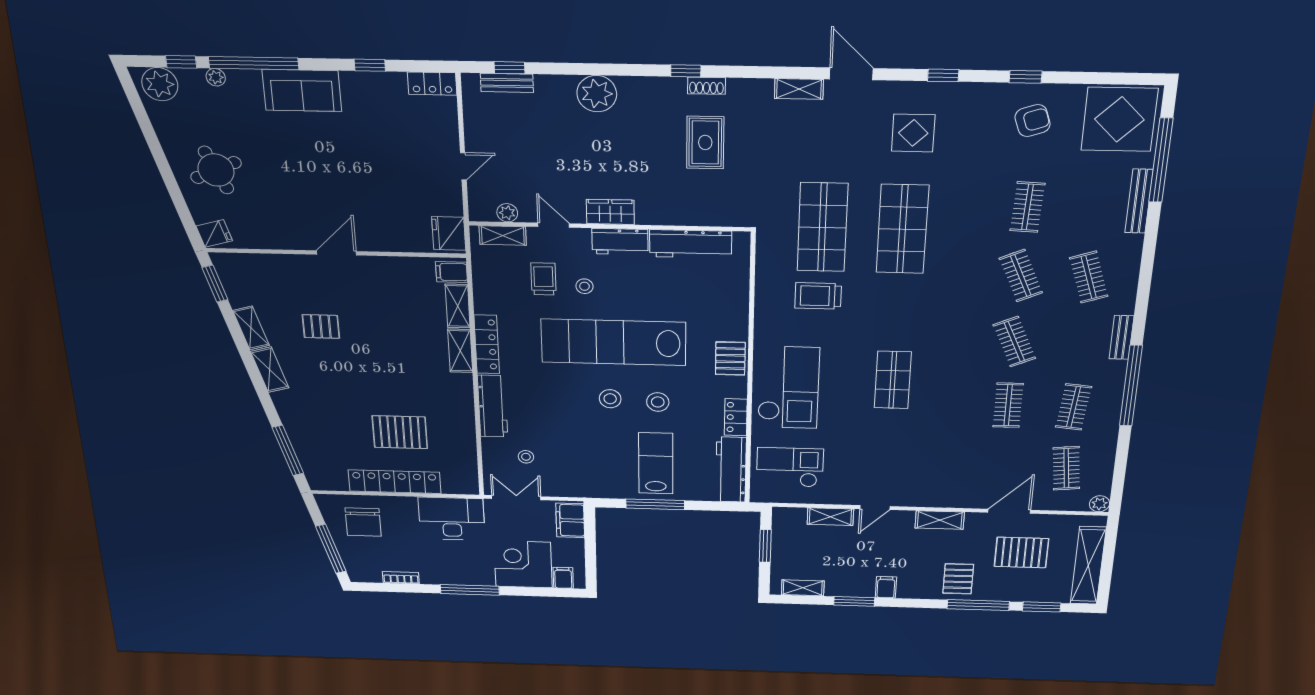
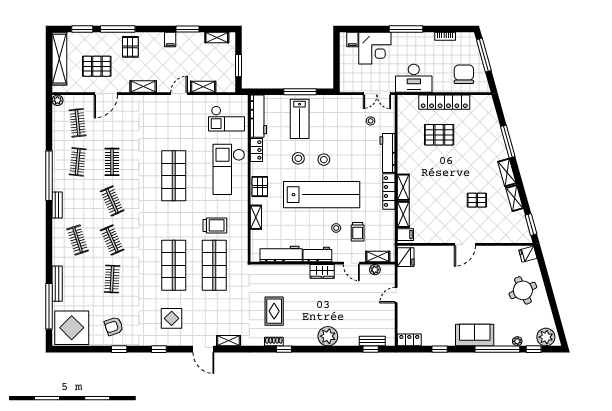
shelving: (739, 308) -> (256, 217), added
shop shelf: (893, 380) -> (174, 176), width x1.43, depth x1.36
window: (288, 450) -> (508, 142), moved
filing cabinet: (570, 520) -> (347, 79), removed

